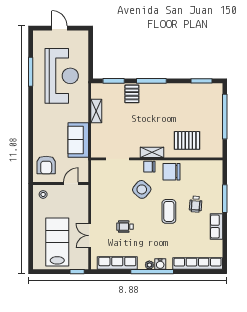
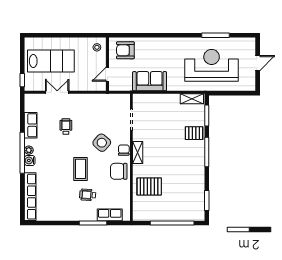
reception desk: (62, 76) -> (212, 65), turned 180
shelving: (96, 111) -> (192, 99), moved
pallet: (187, 140) -> (149, 186), turned 90
chair: (171, 172) -> (119, 171), turned -90
door: (71, 183) -> (108, 74), swing flipped
coffee table: (169, 211) -> (80, 169), turned 90
row of seats: (216, 226) -> (110, 215), moved
row of seats: (117, 263) -> (31, 125), width x0.68

